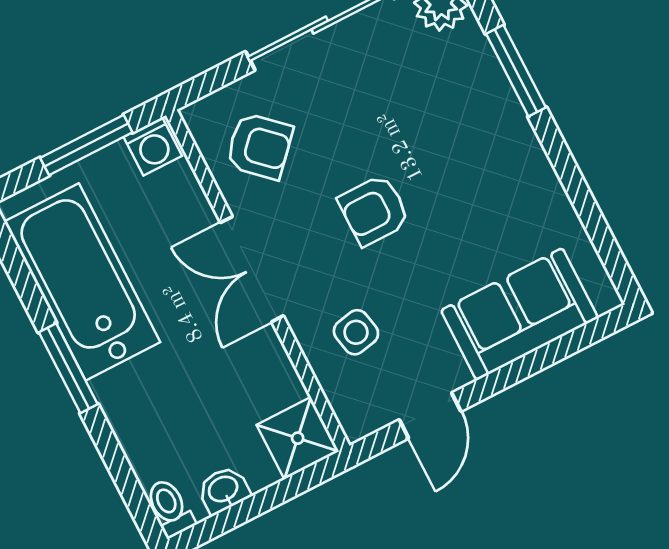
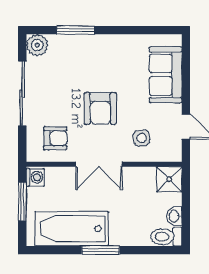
armchair: (259, 146) -> (55, 138), turned 47
armchair: (374, 210) -> (100, 108), width x1.38, depth x1.38
toilet: (170, 508) -> (166, 237), width x1.37, depth x1.39

